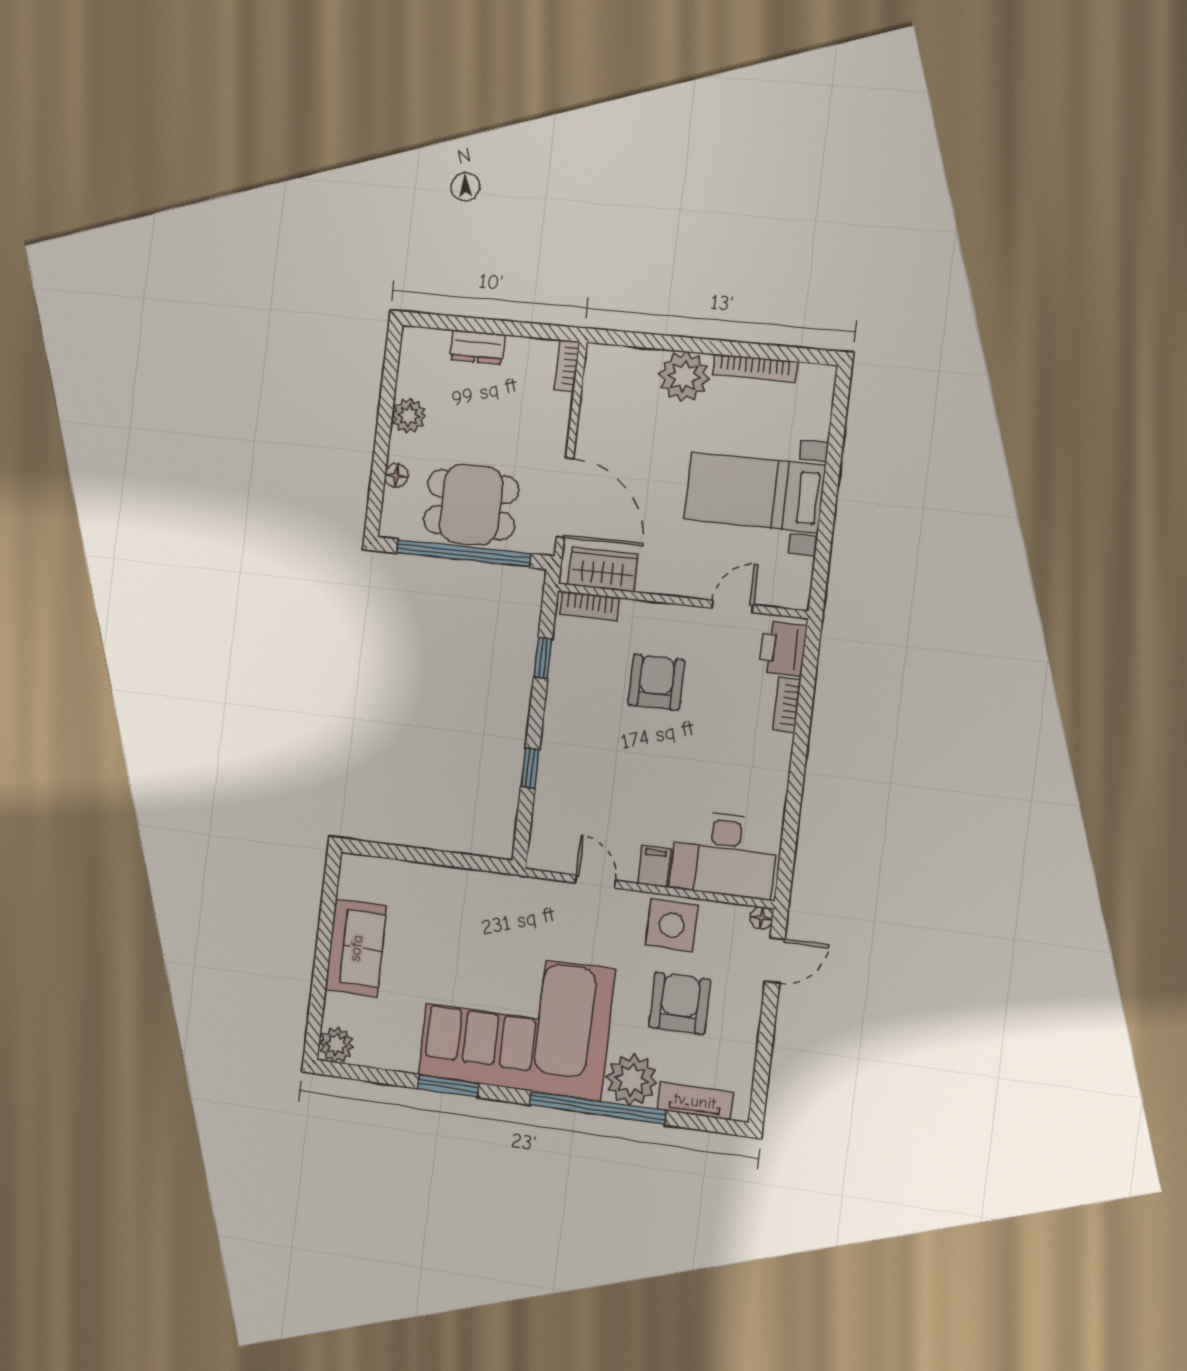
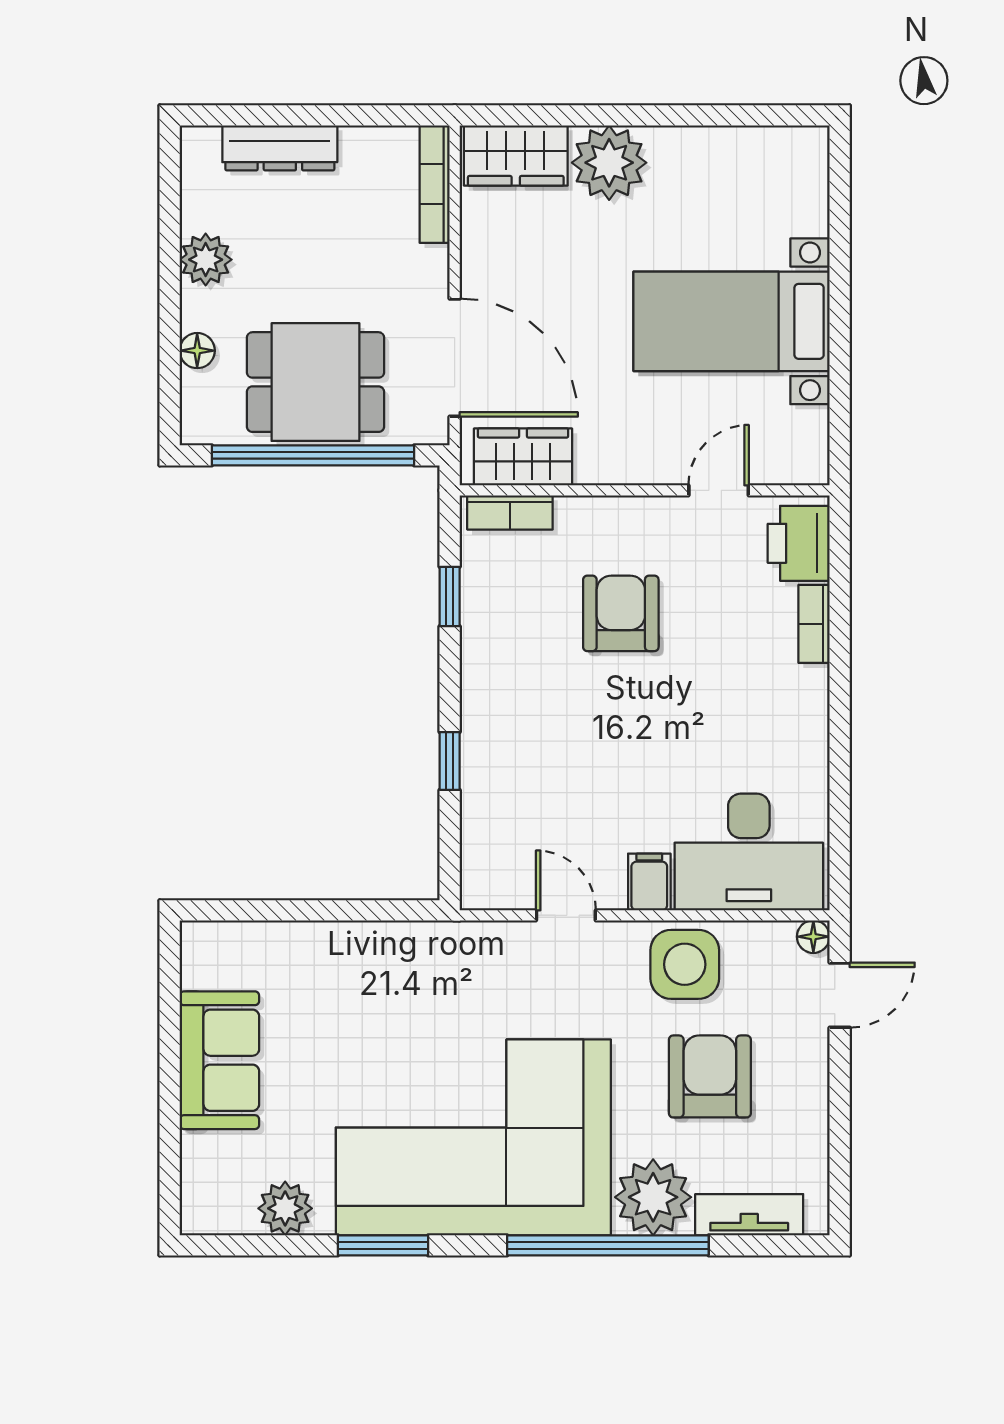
dresser: (477, 347) -> (280, 148), width x1.44
bookcase: (567, 366) -> (435, 184), width x1.56
wardrobe: (622, 366) -> (516, 155), added
bookcase: (755, 368) -> (711, 141), removed
plant: (336, 1045) -> (285, 1208), moved

